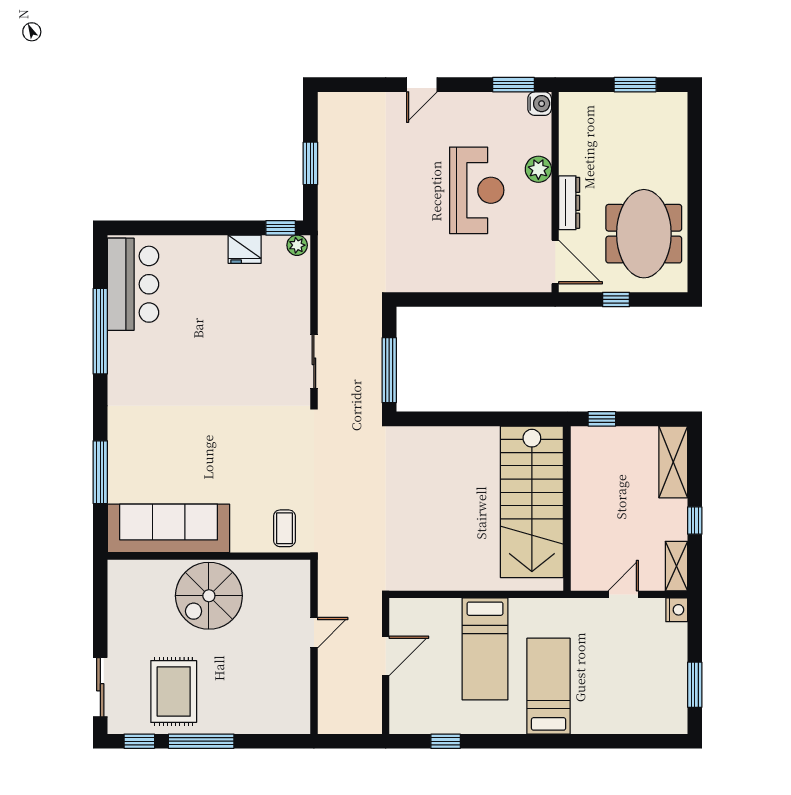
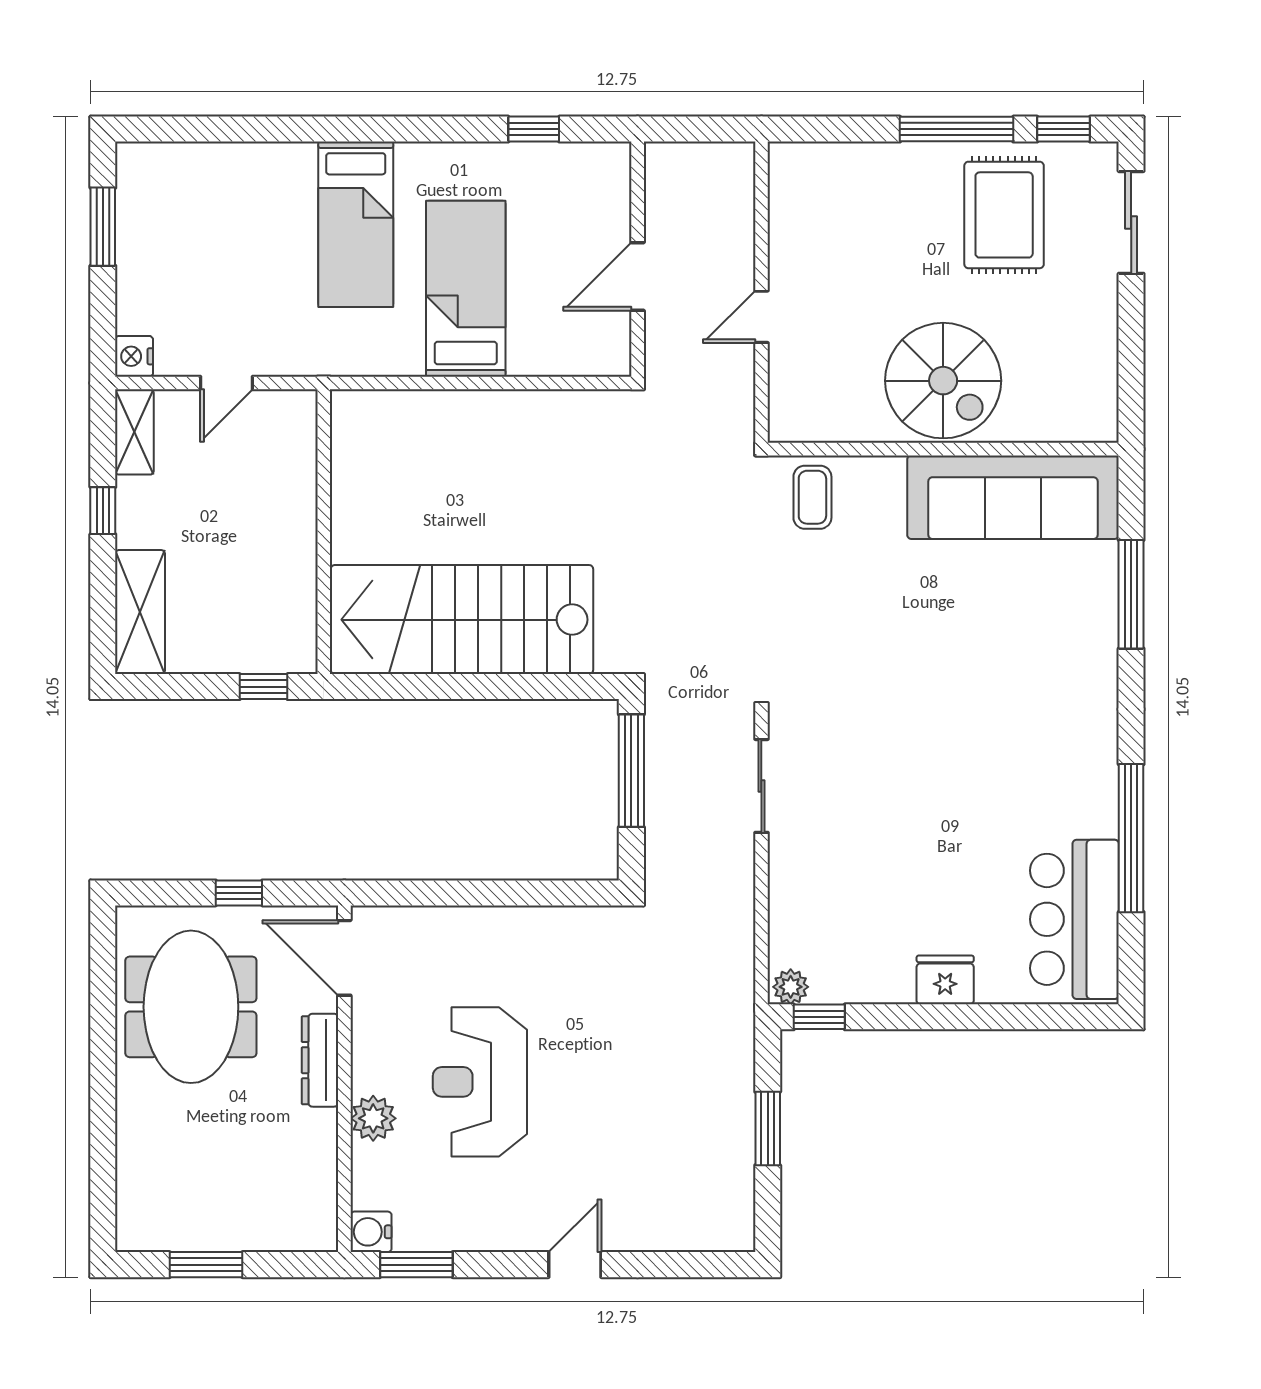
fridge: (245, 249) -> (945, 980), moved
stairs: (532, 502) -> (462, 620), moved, turned -90
spiral stairs: (209, 596) -> (943, 381), turned 90

